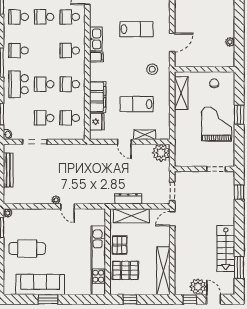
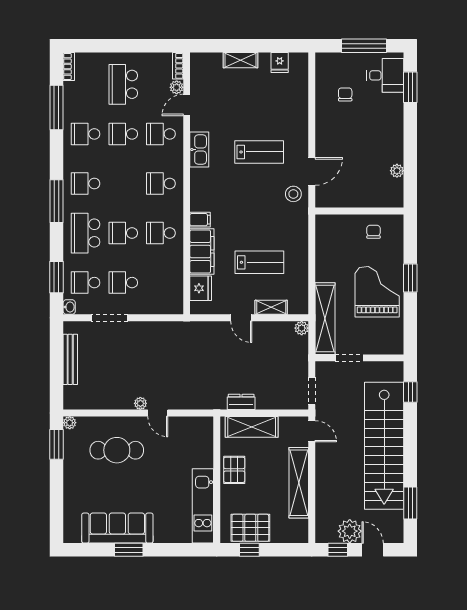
kitchen sink: (96, 39) -> (199, 150), moved
filing cabinet: (96, 57) -> (200, 220), moved
stool: (152, 69) -> (293, 194), moved
shelving: (181, 93) -> (325, 319), moved, width x1.47
lab bench: (137, 104) -> (259, 262), turned 180
school desk: (70, 118) -> (86, 283), moved
plant: (161, 153) -> (302, 328), width x0.53, depth x0.53
doorway: (216, 169) -> (349, 358), moved
dresser: (128, 199) -> (241, 402), width x0.70
door: (172, 219) -> (312, 431), swing flipped
cafe table: (27, 249) -> (117, 450), moved
stairs: (226, 249) -> (384, 446), width x1.86, depth x1.51
kitchen unit: (98, 260) -> (203, 506), width x0.73
pallet: (125, 270) -> (250, 528), moved
shelving: (163, 271) -> (299, 483), moved

